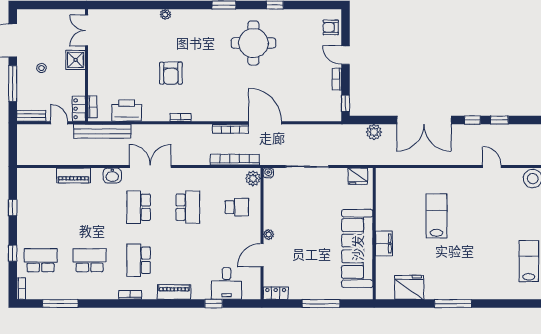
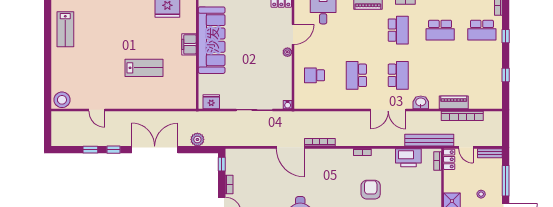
bookcase: (235, 160) -> (462, 116), moved
plant: (253, 178) -> (301, 100), removed
lab bench: (436, 216) -> (144, 68), turned -90

